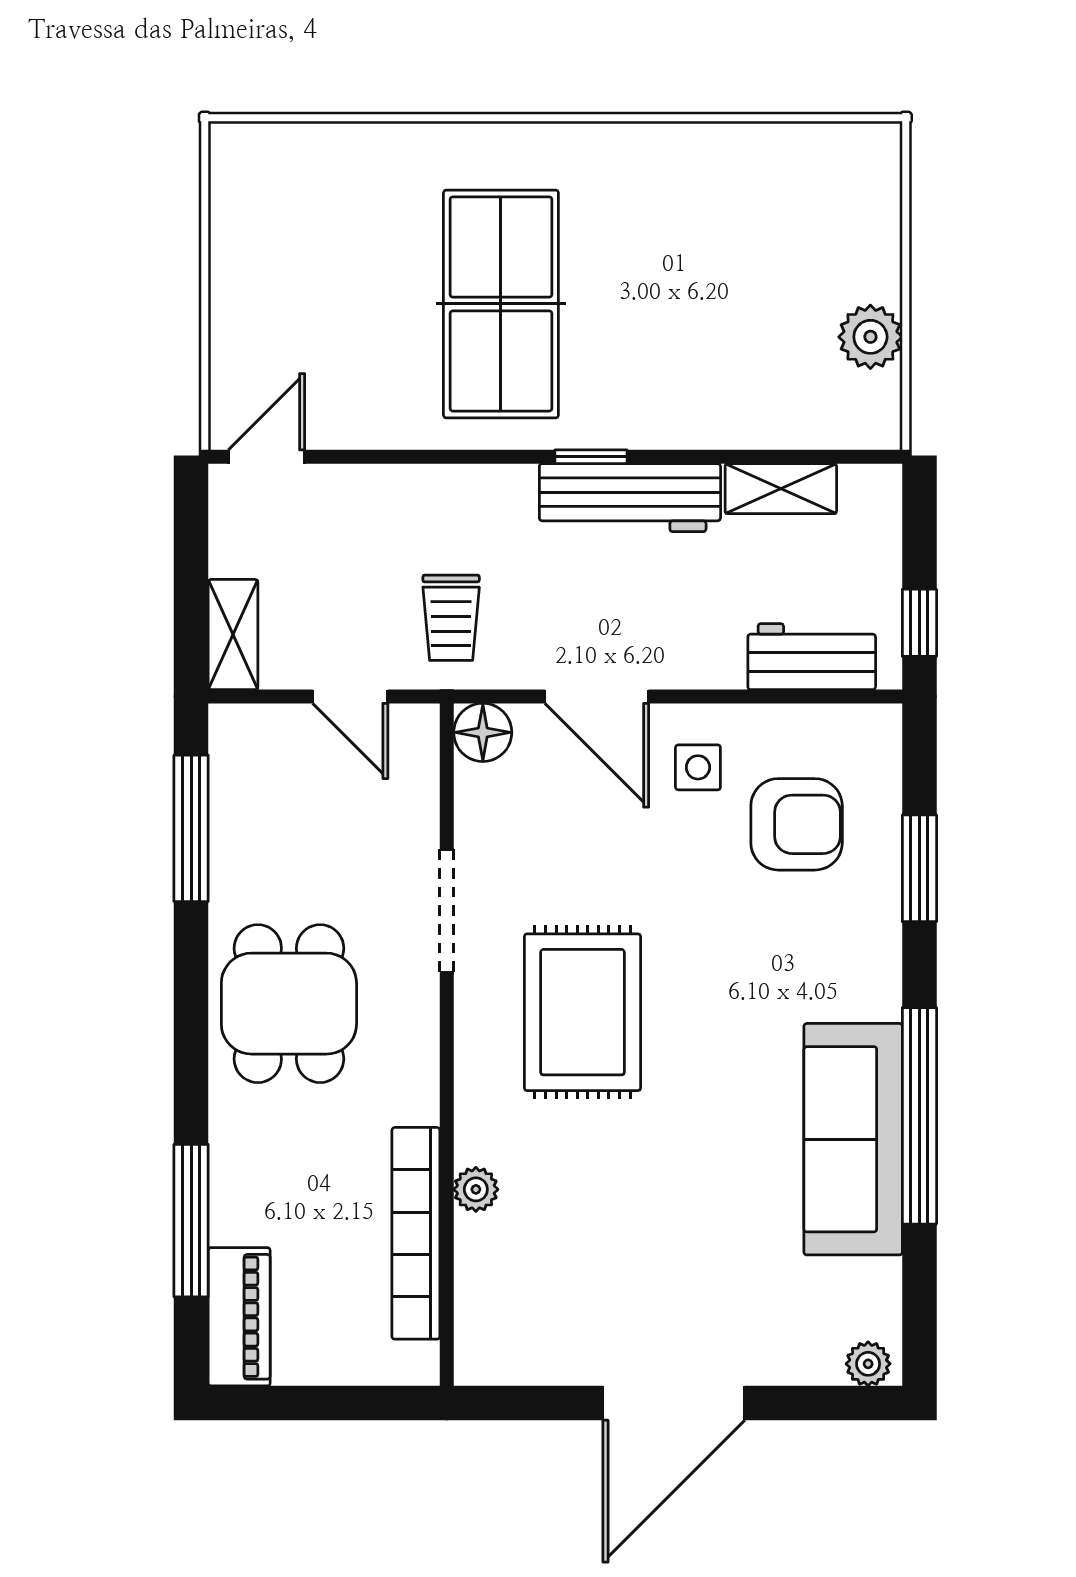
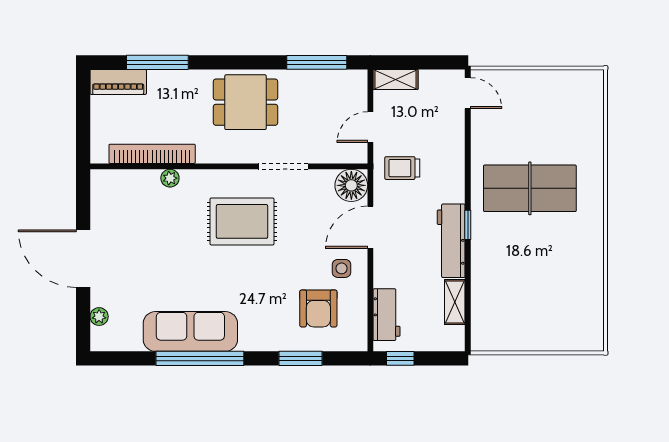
plant: (870, 337) -> (517, 339), removed
floor lamp: (483, 732) -> (351, 185), width x1.38, depth x1.38
plant: (868, 1364) -> (99, 317), moved

